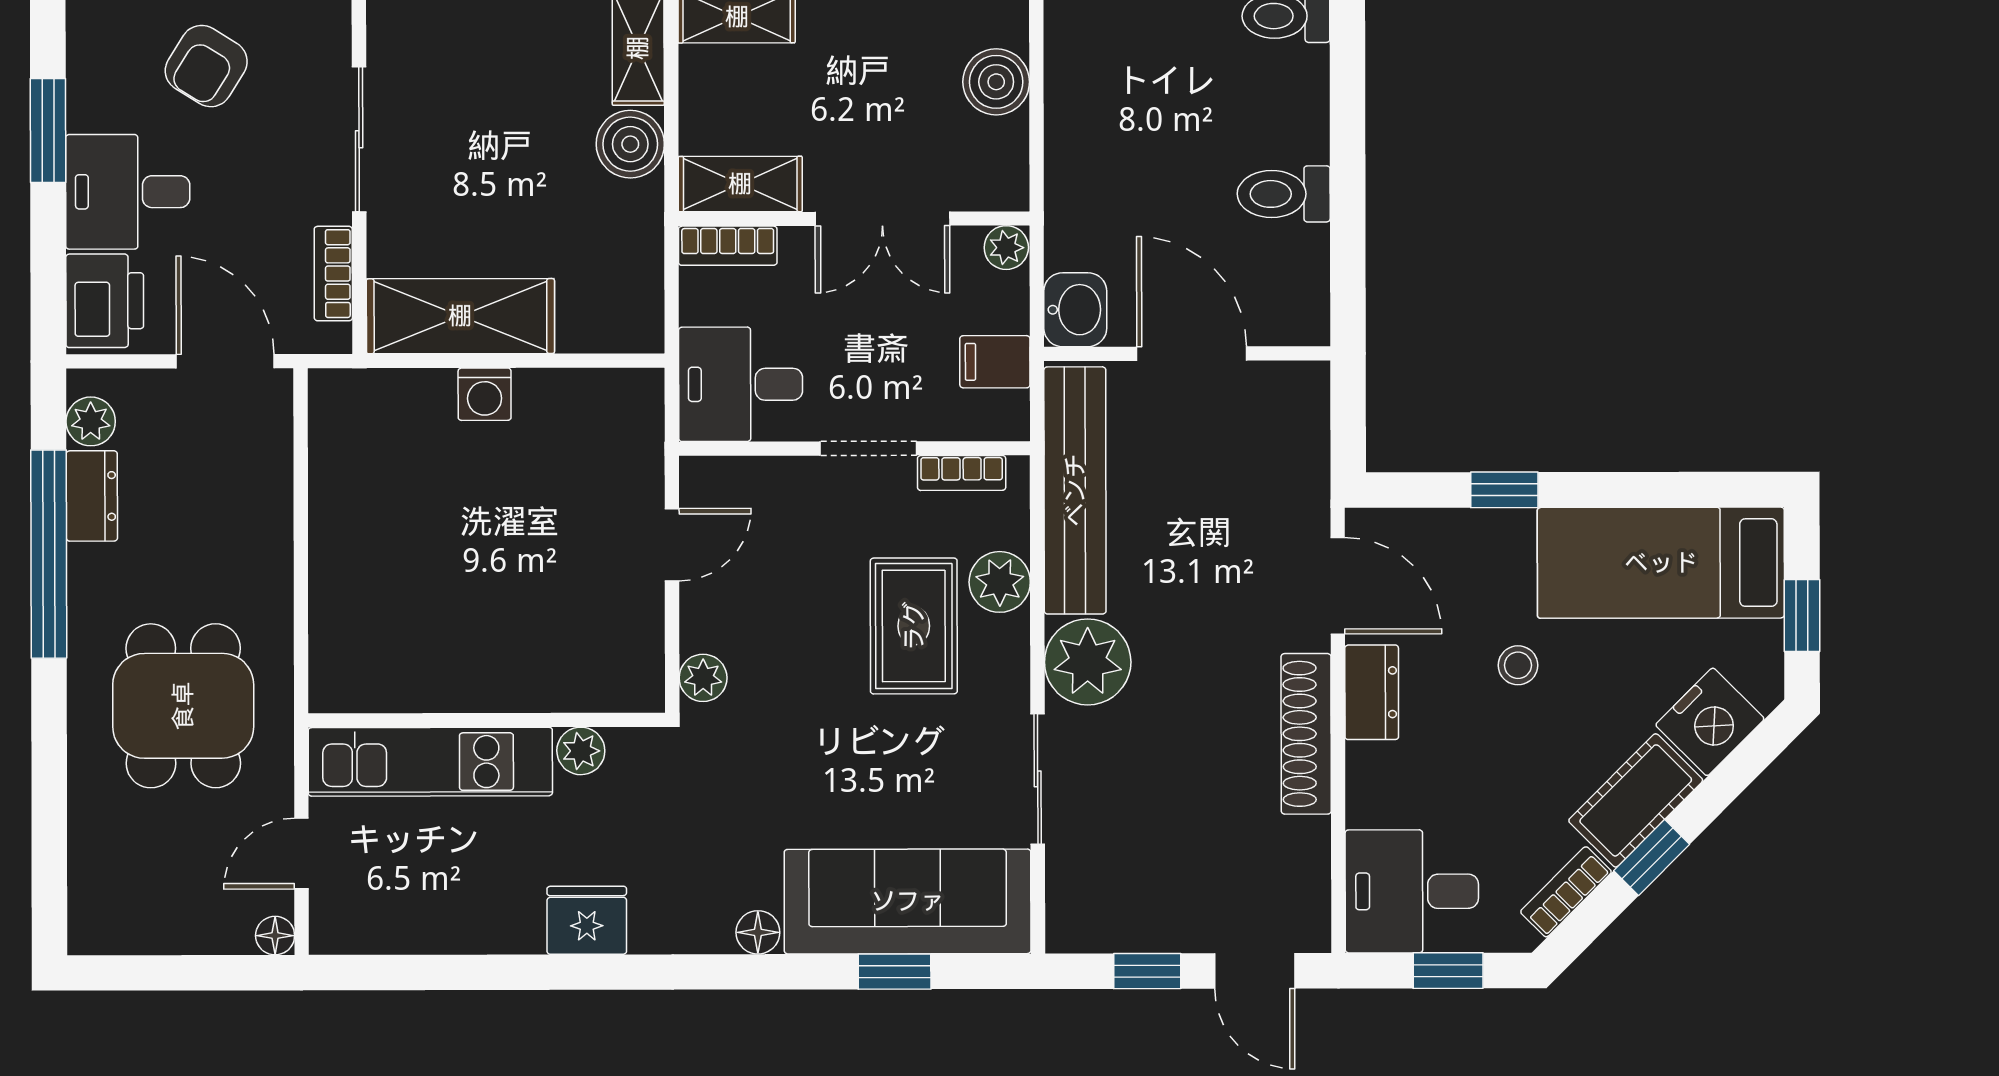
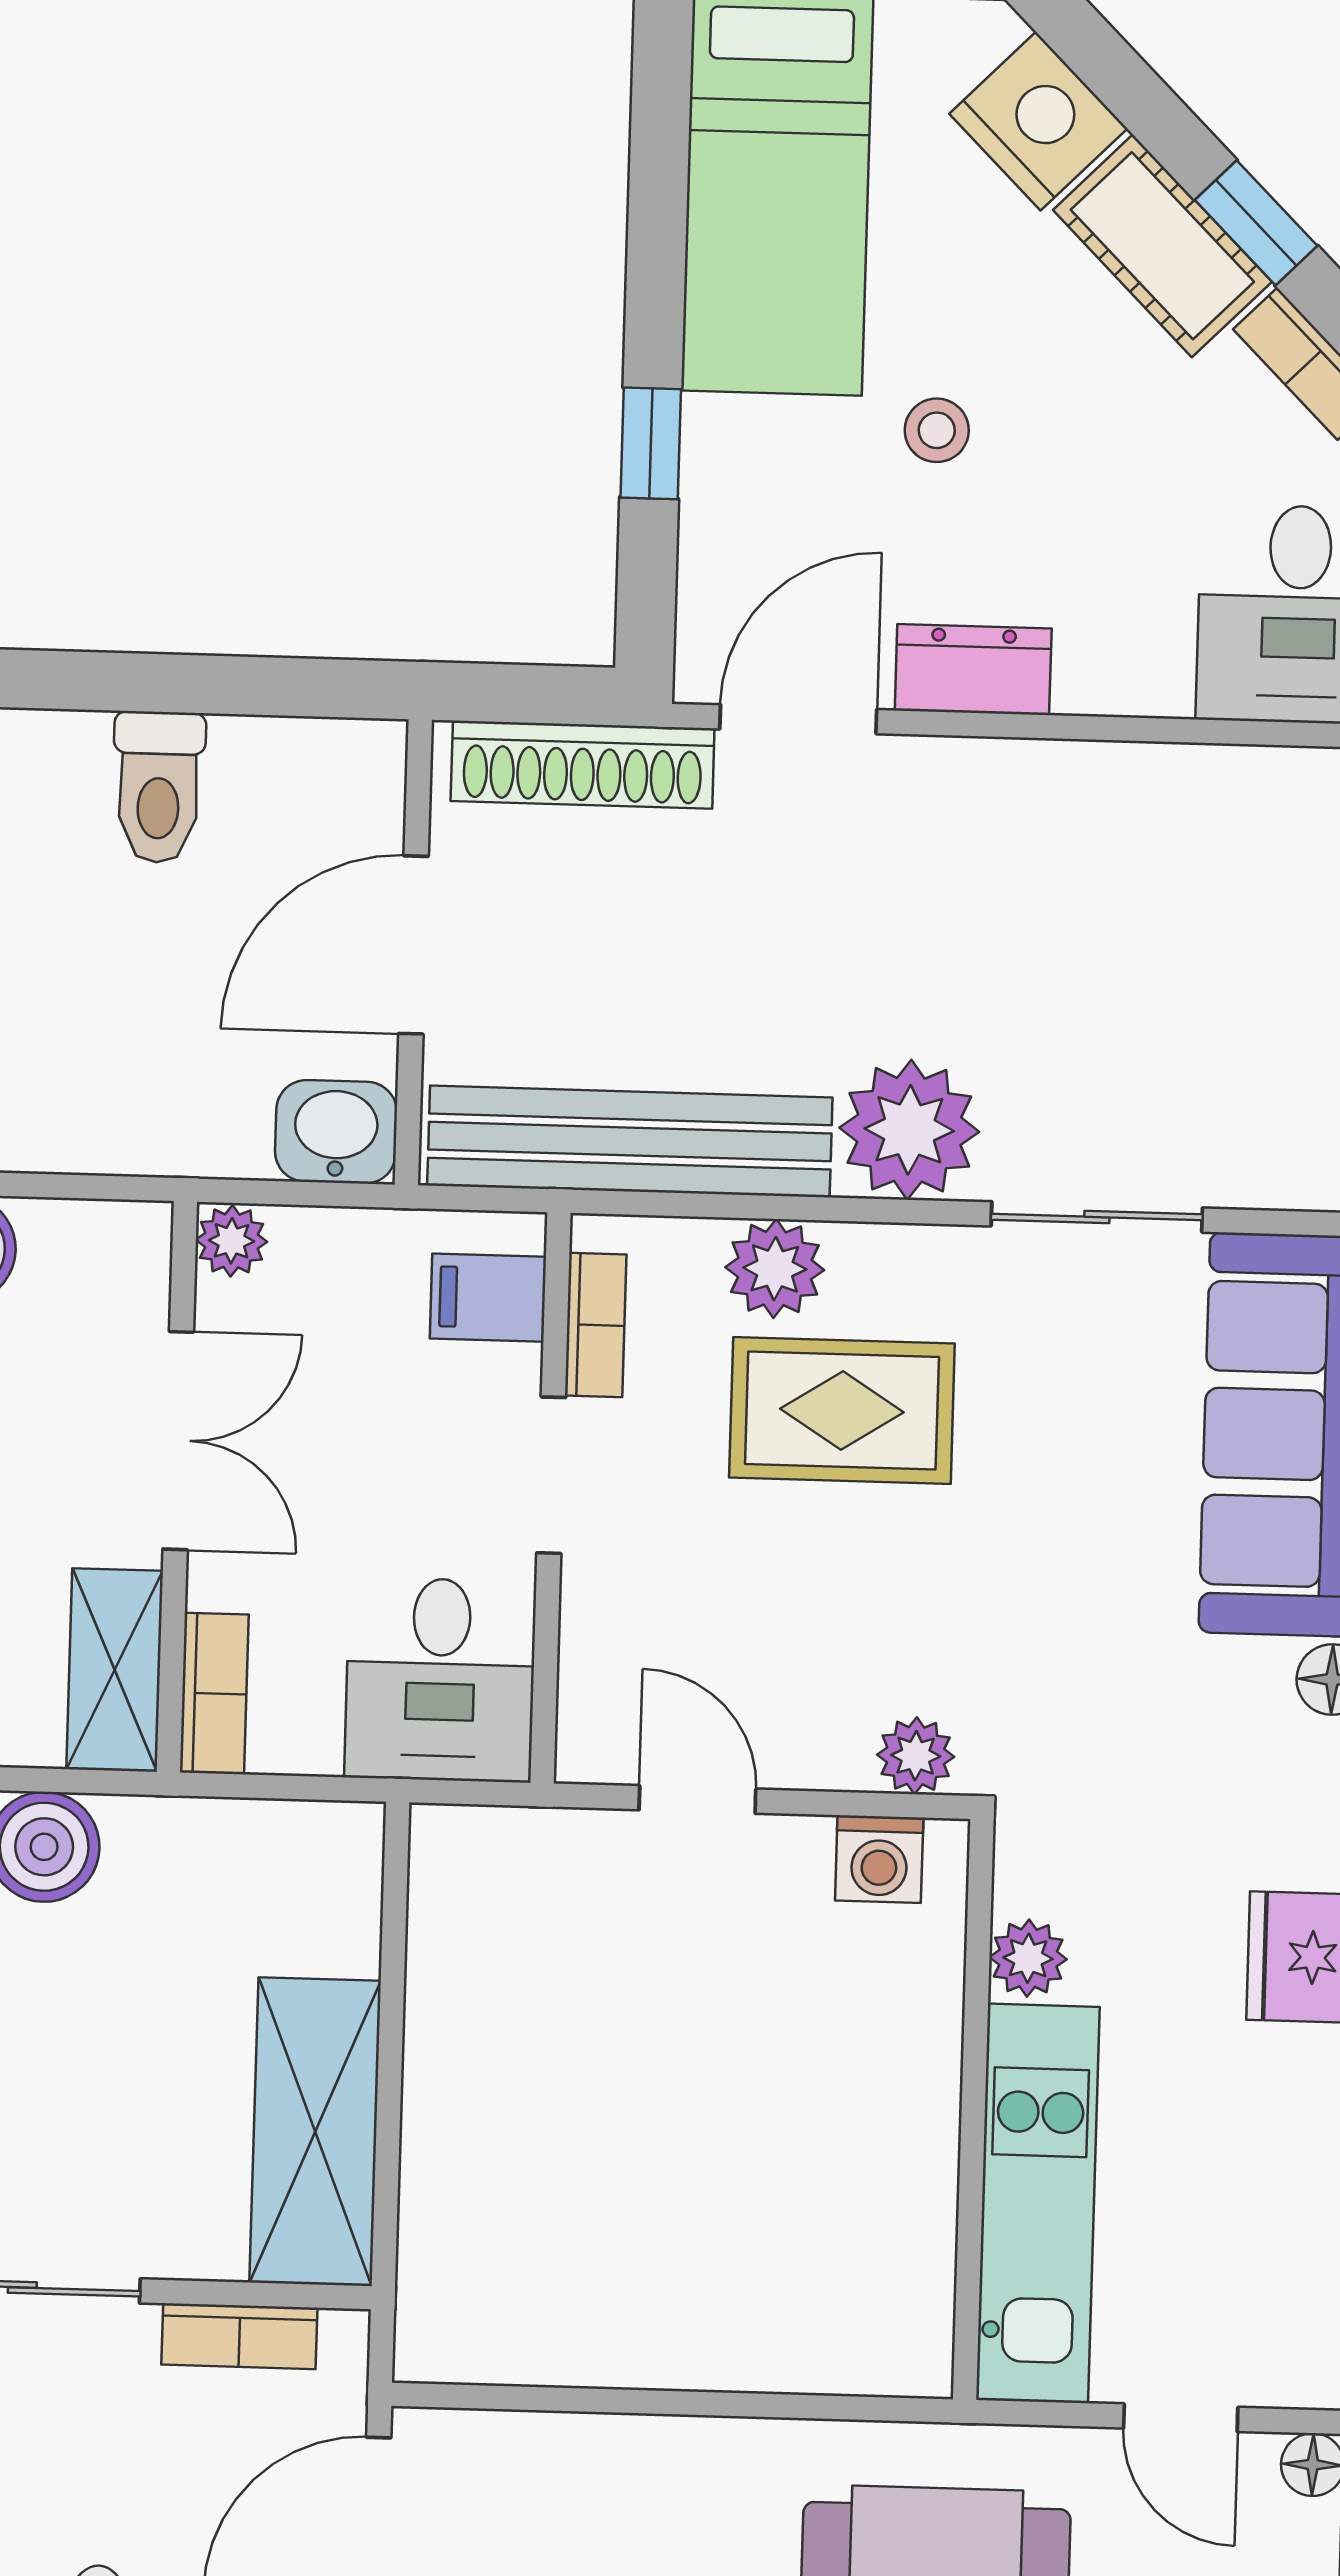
filing cabinet: (995, 362) -> (488, 1298), moved, turned 90
washing machine: (485, 394) -> (879, 1859), moved, turned 90
shoe rack: (1306, 734) -> (583, 765), moved

